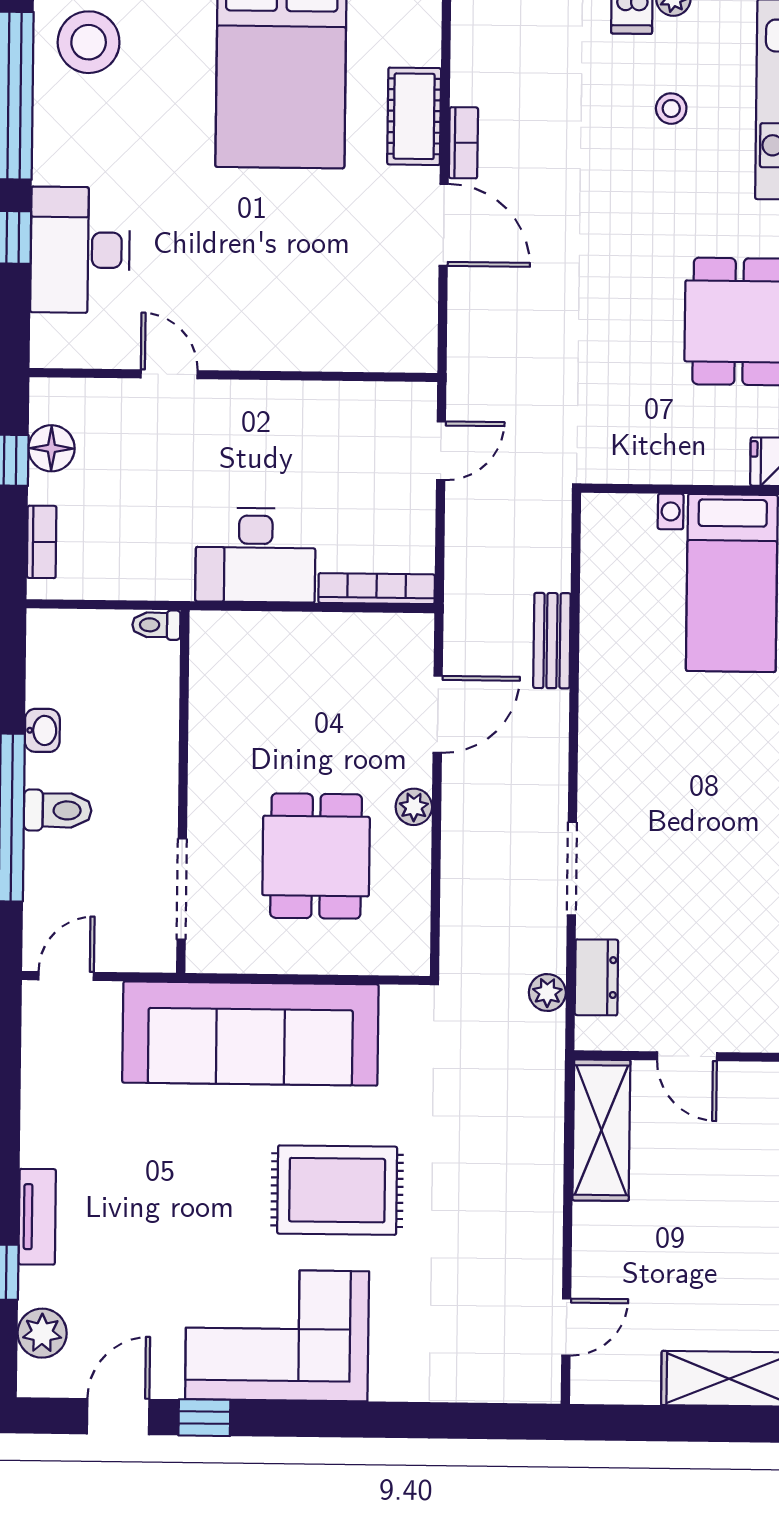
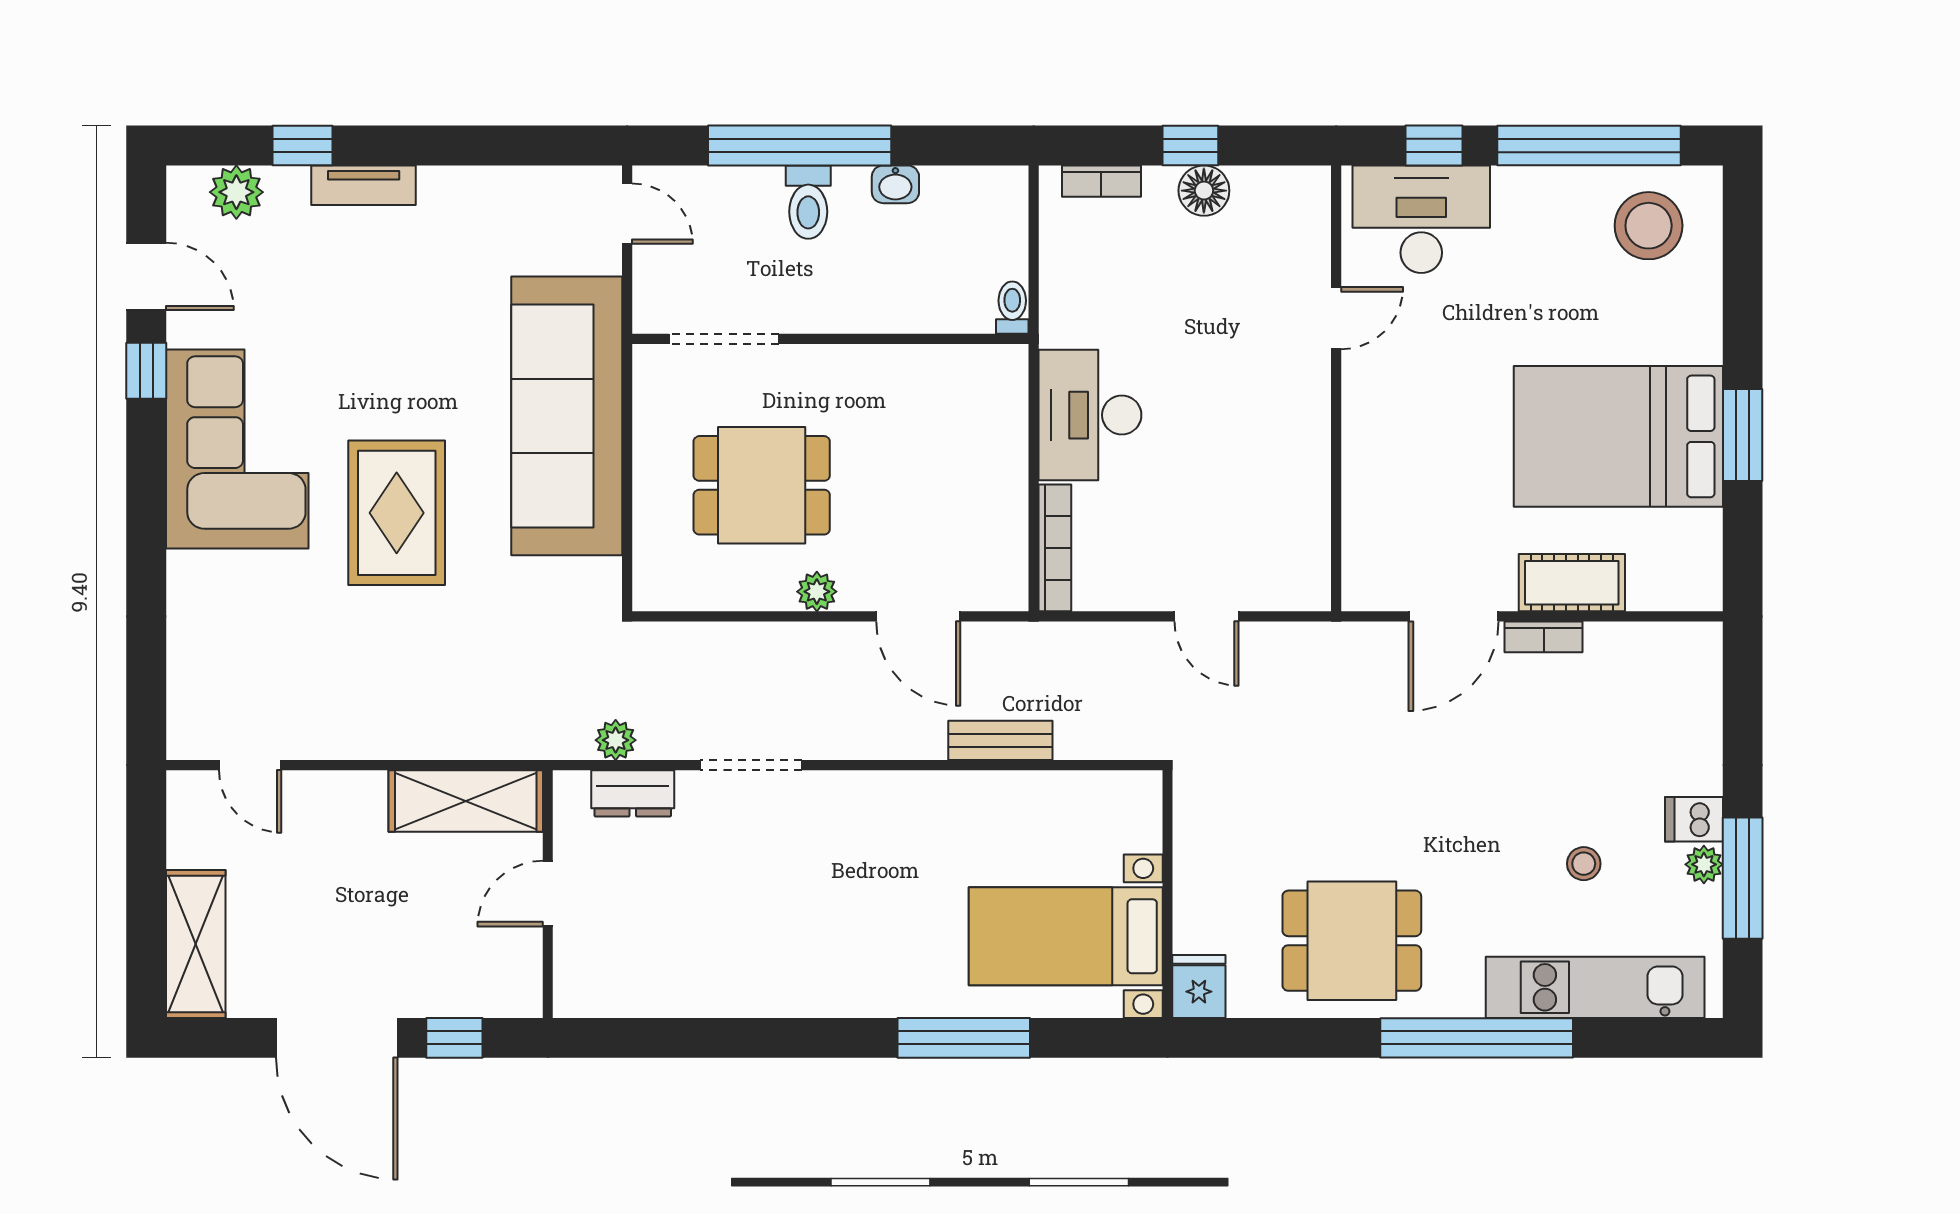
door: (169, 374) -> (1336, 318), moved
wall: (233, 375) -> (1336, 388), moved

